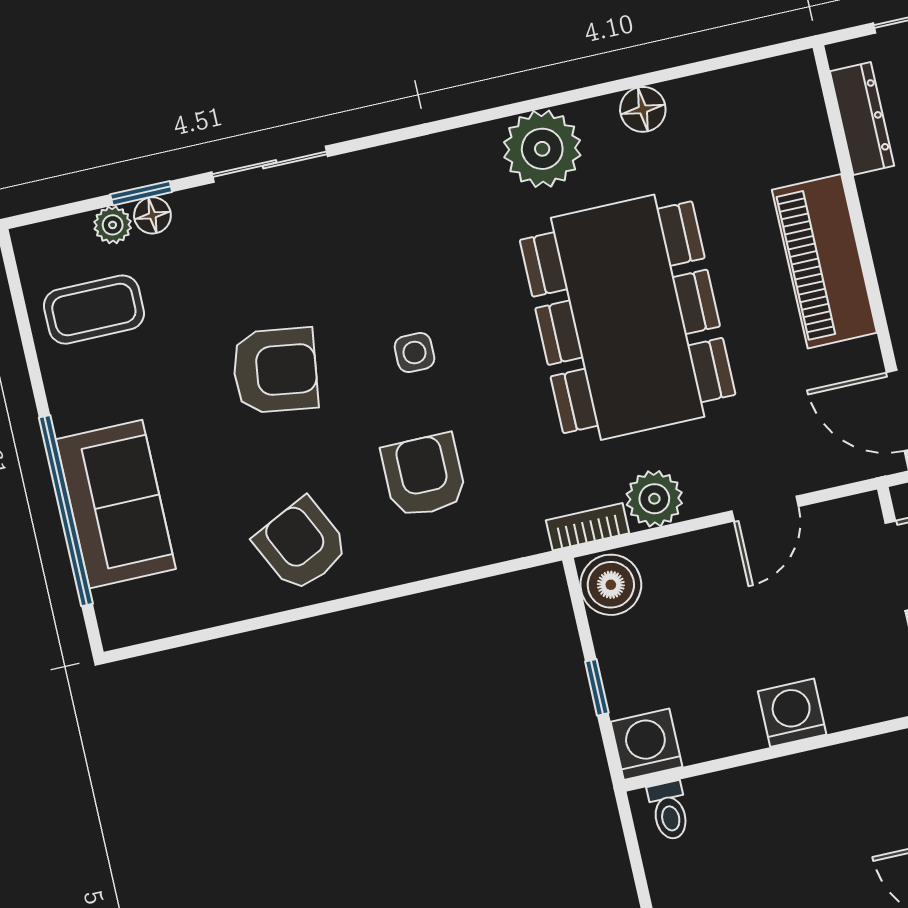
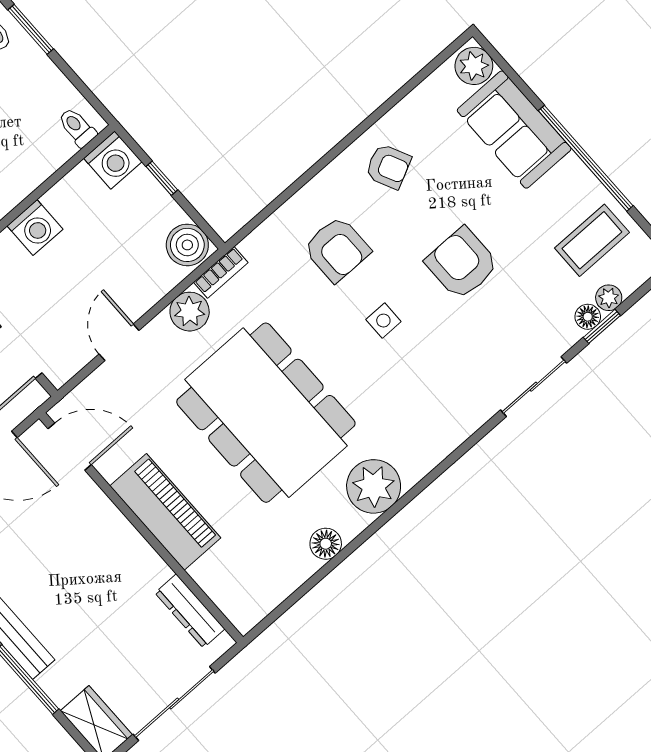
armchair: (275, 370) -> (462, 263), turned 82
window: (66, 511) -> (586, 158), moved
armchair: (301, 545) -> (388, 166), width x0.72, depth x0.72
plant: (123, 613) -> (474, 66), added

